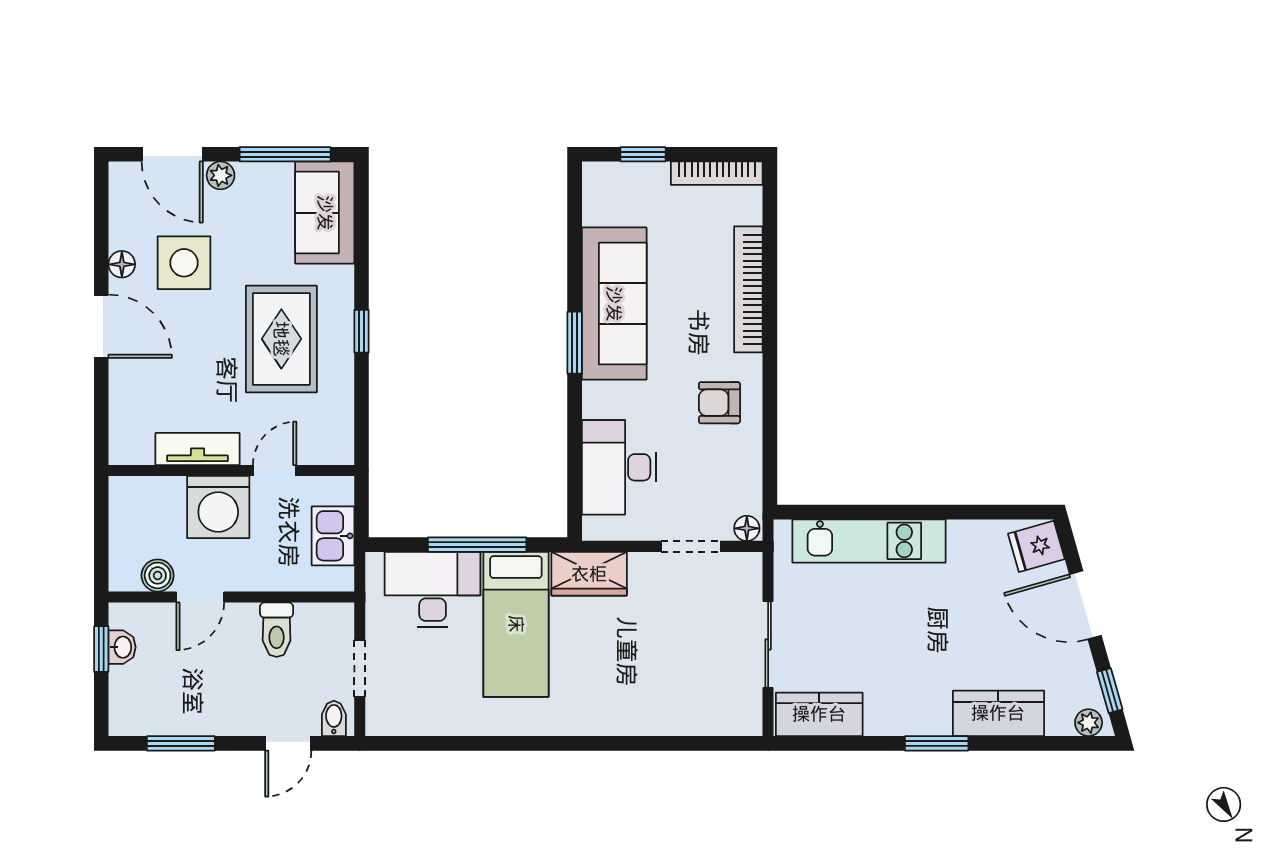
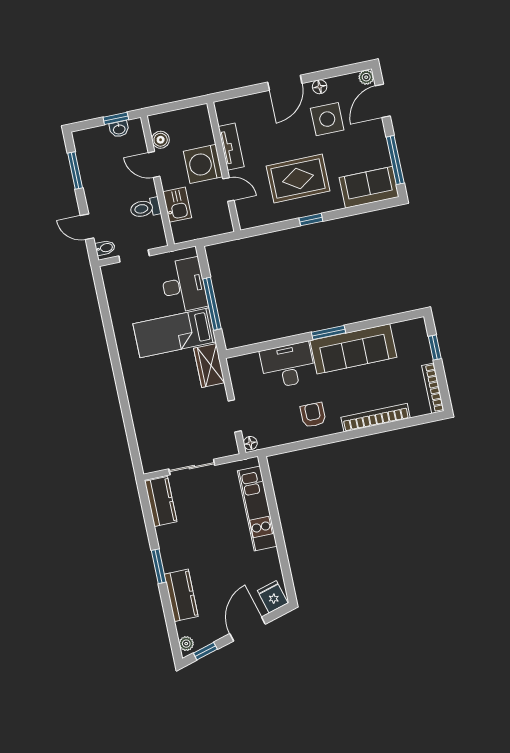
plant: (221, 175) -> (366, 77), moved
desk: (619, 467) -> (288, 365), moved
kitchen sink: (333, 536) -> (177, 205), moved, turned 90

